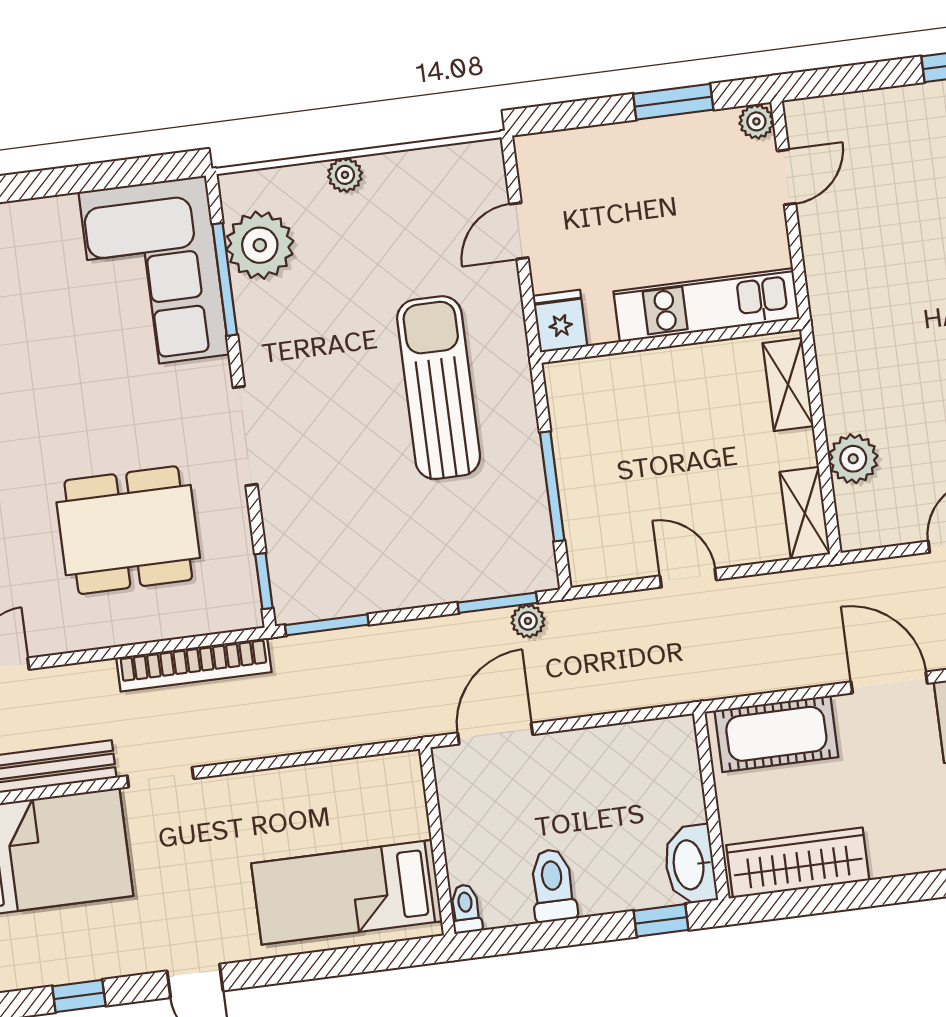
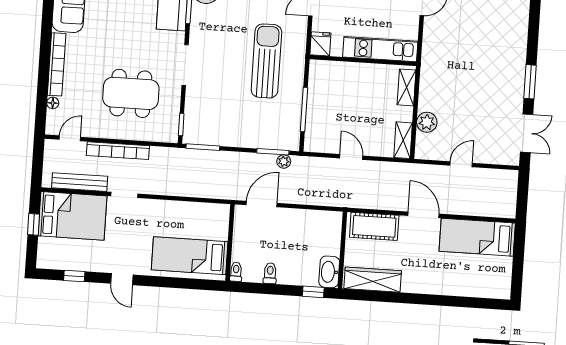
bookcase: (194, 665) -> (118, 151), moved
toilet: (553, 885) -> (270, 273), width x0.73, depth x0.72

